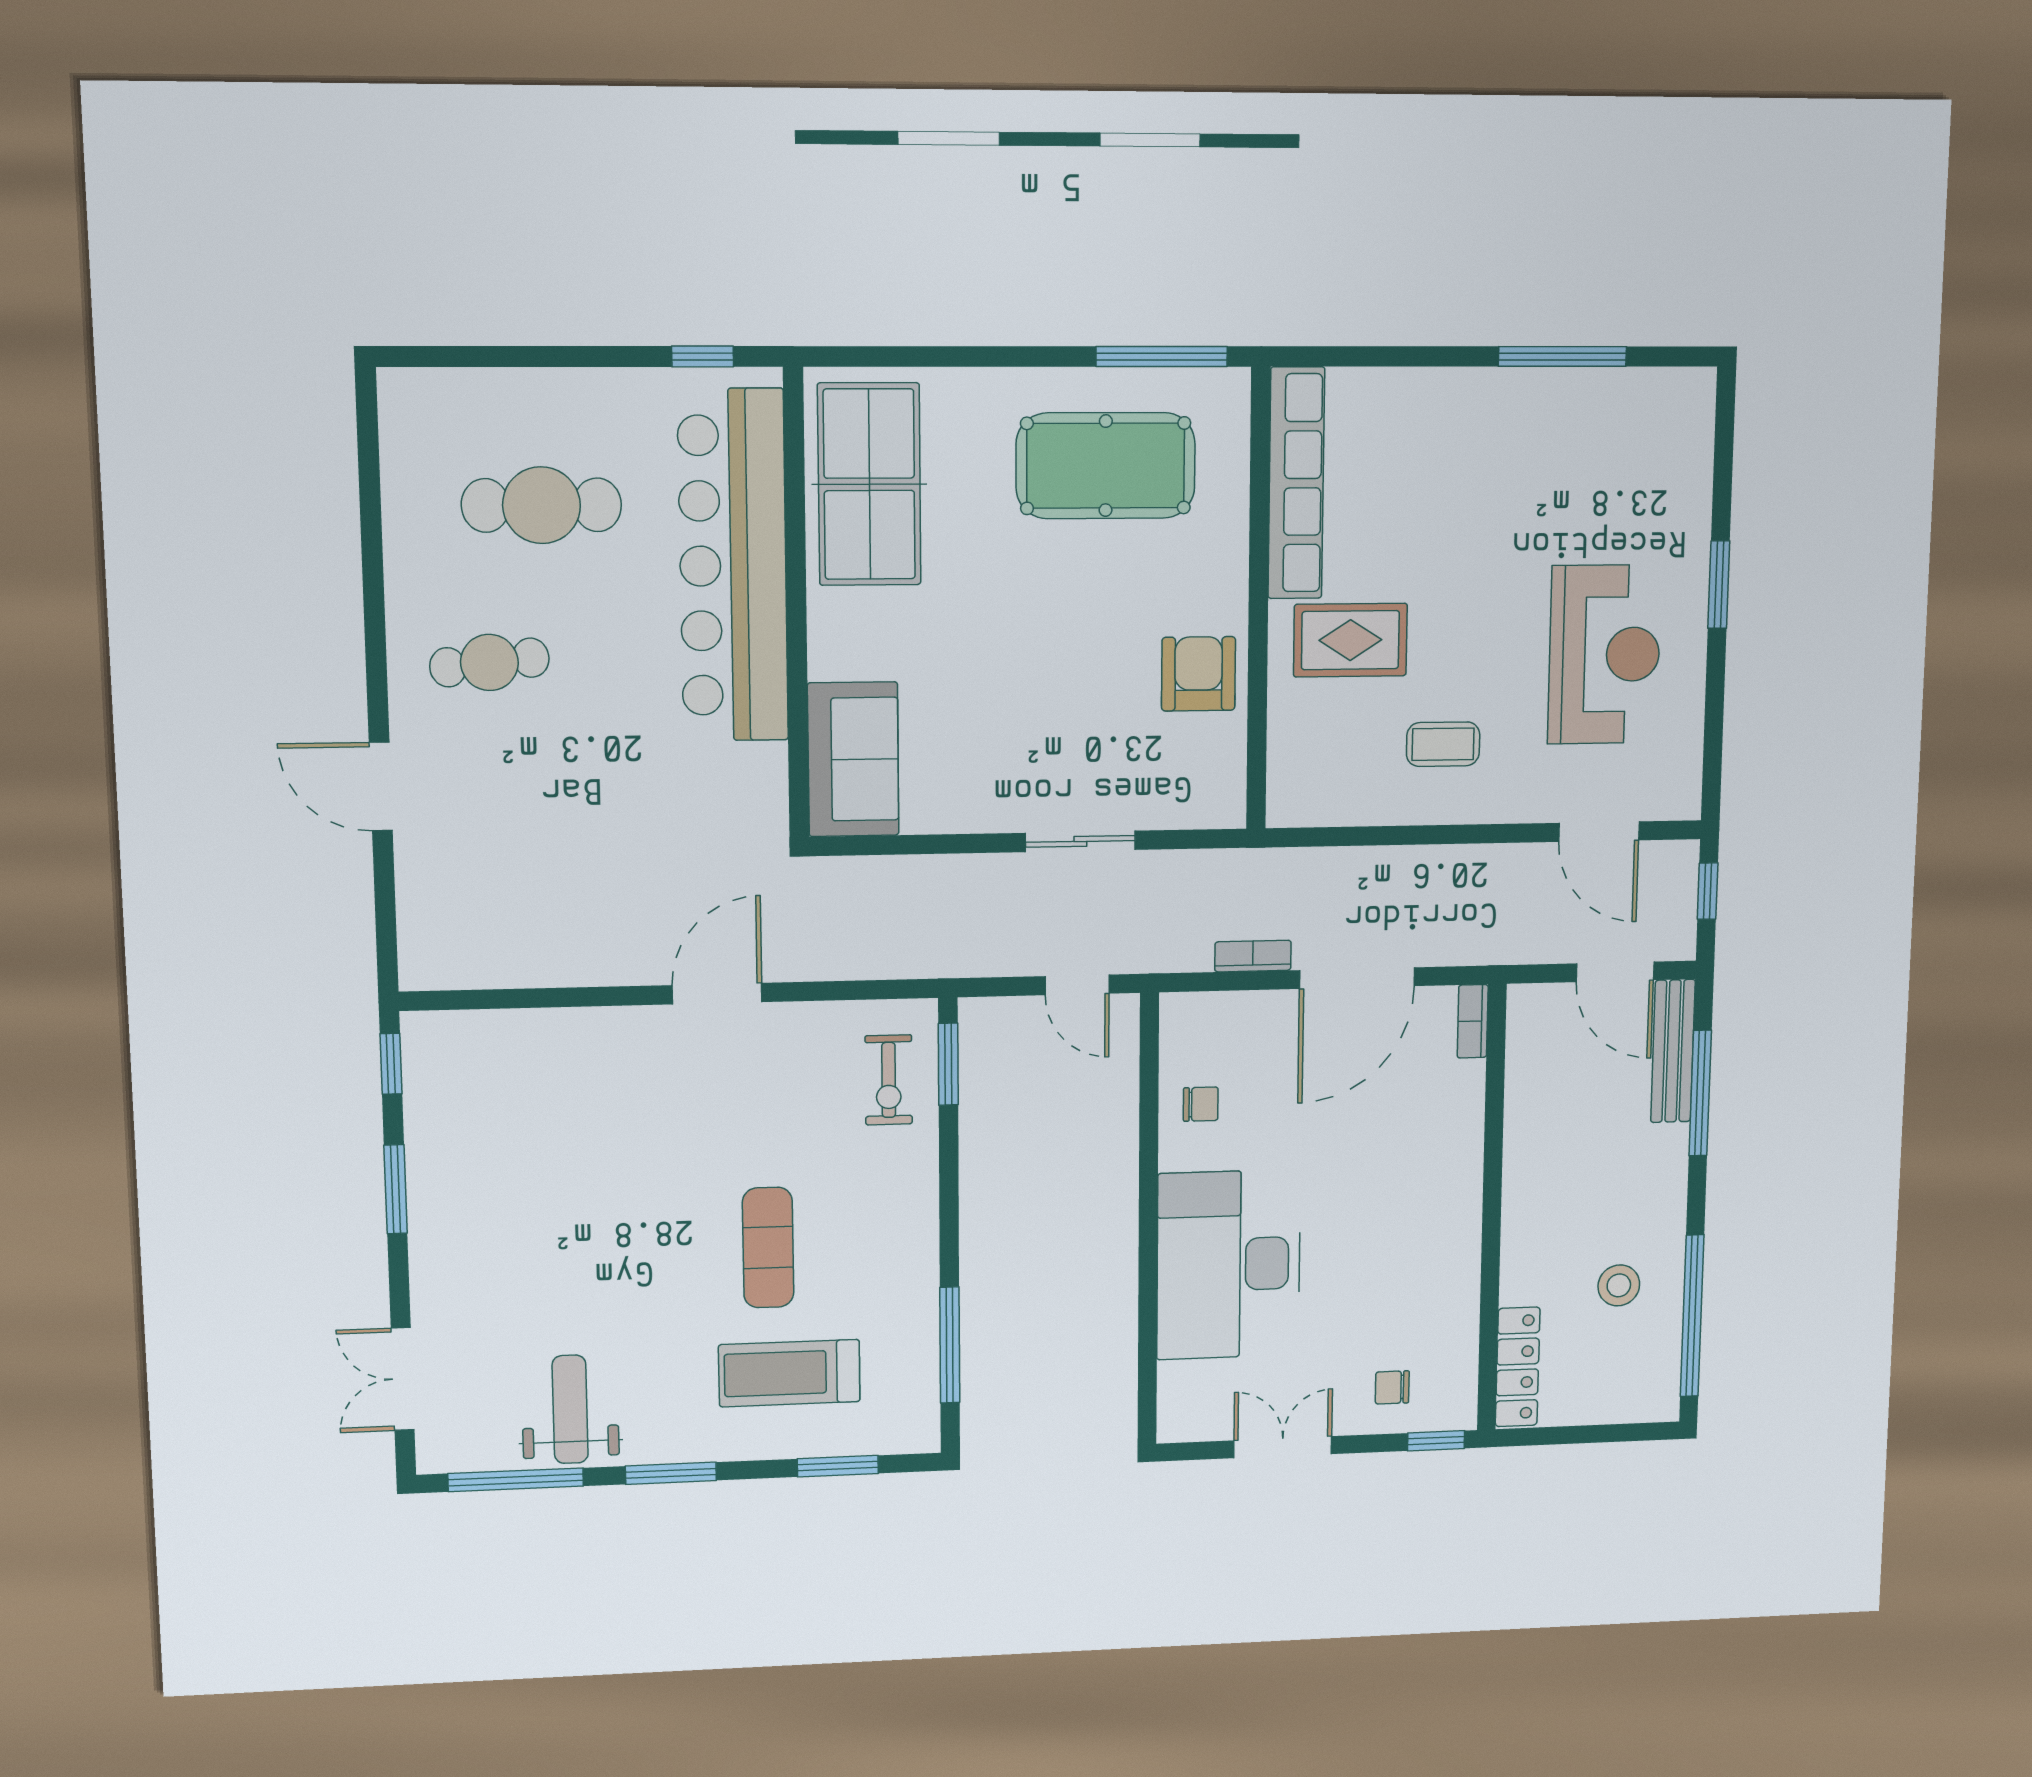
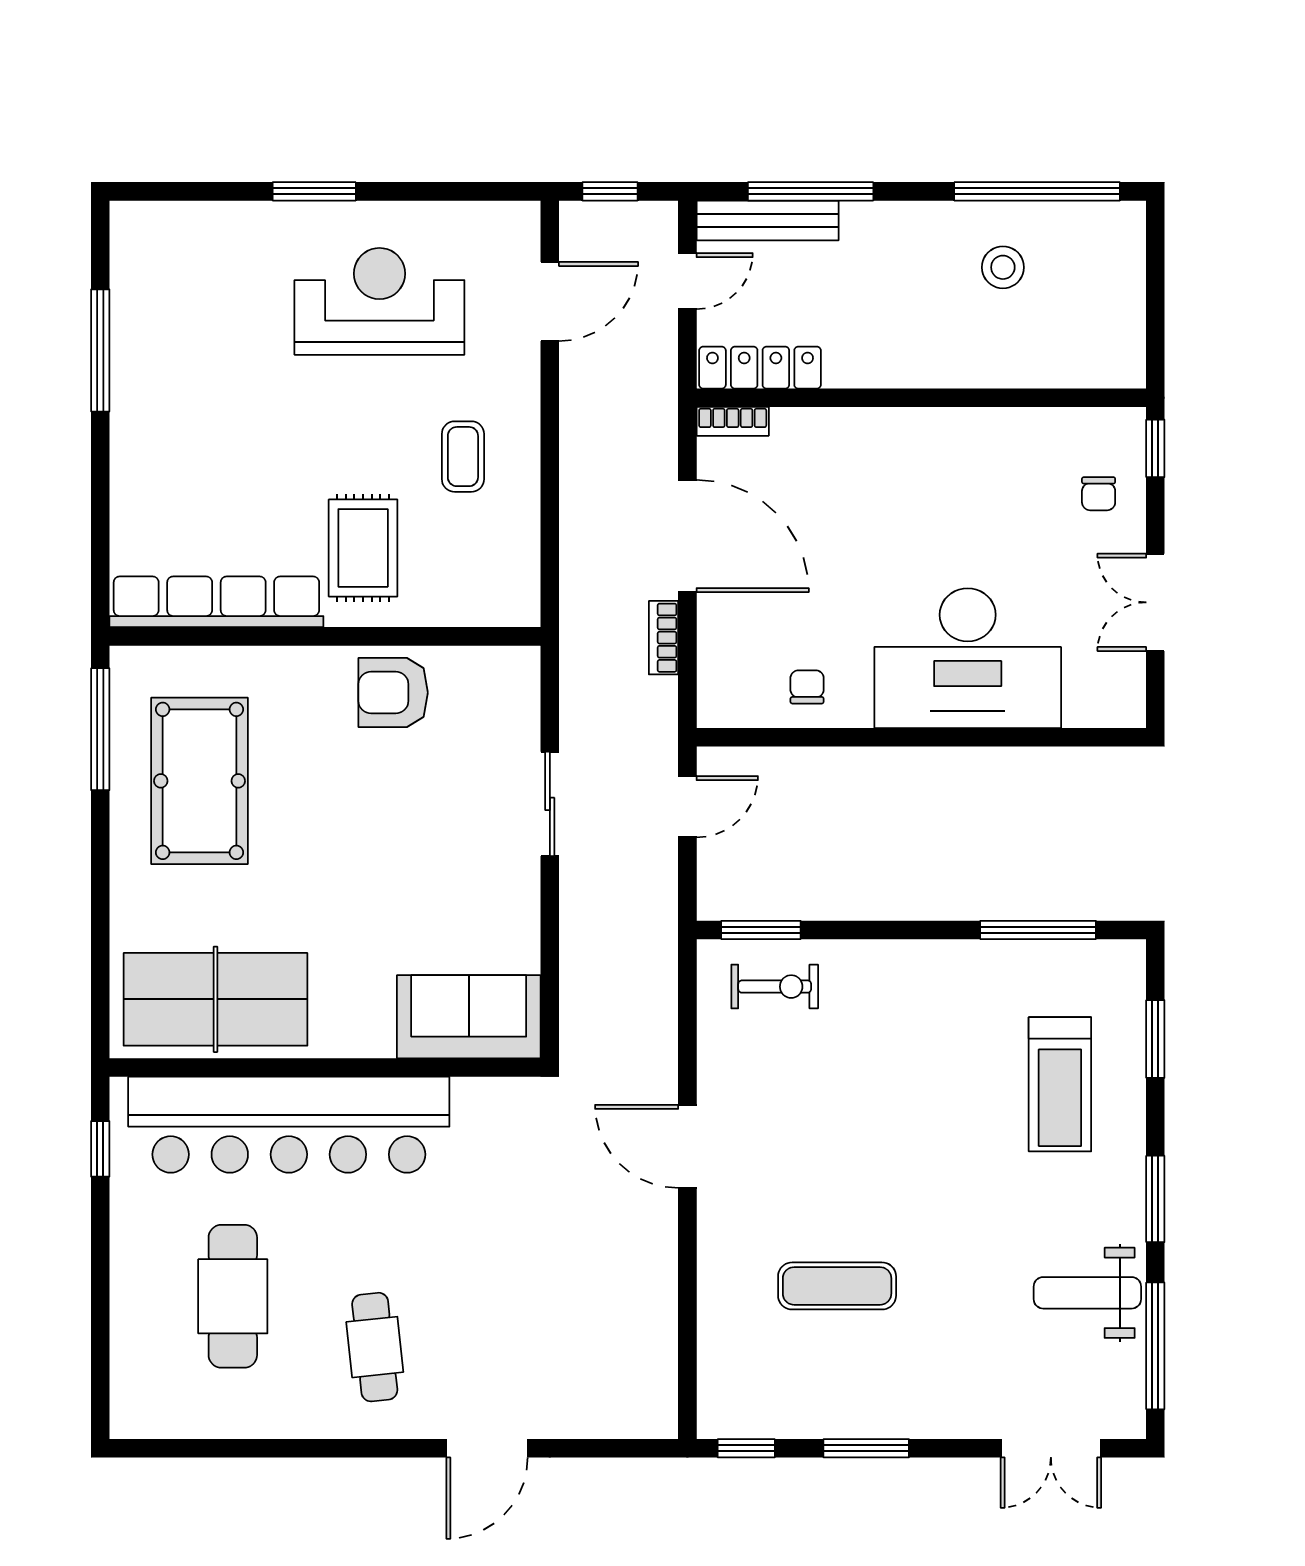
door: (1615, 972) -> (687, 281), width x0.73
exercise mat: (768, 1248) -> (837, 1286), moved
locker: (1518, 1367) -> (760, 368), moved

